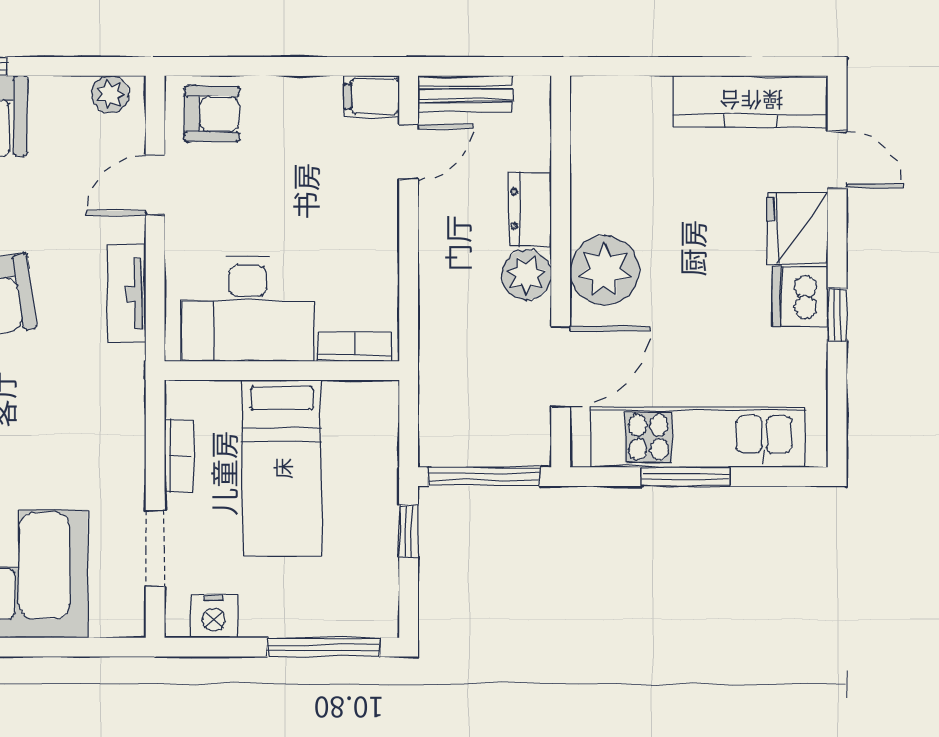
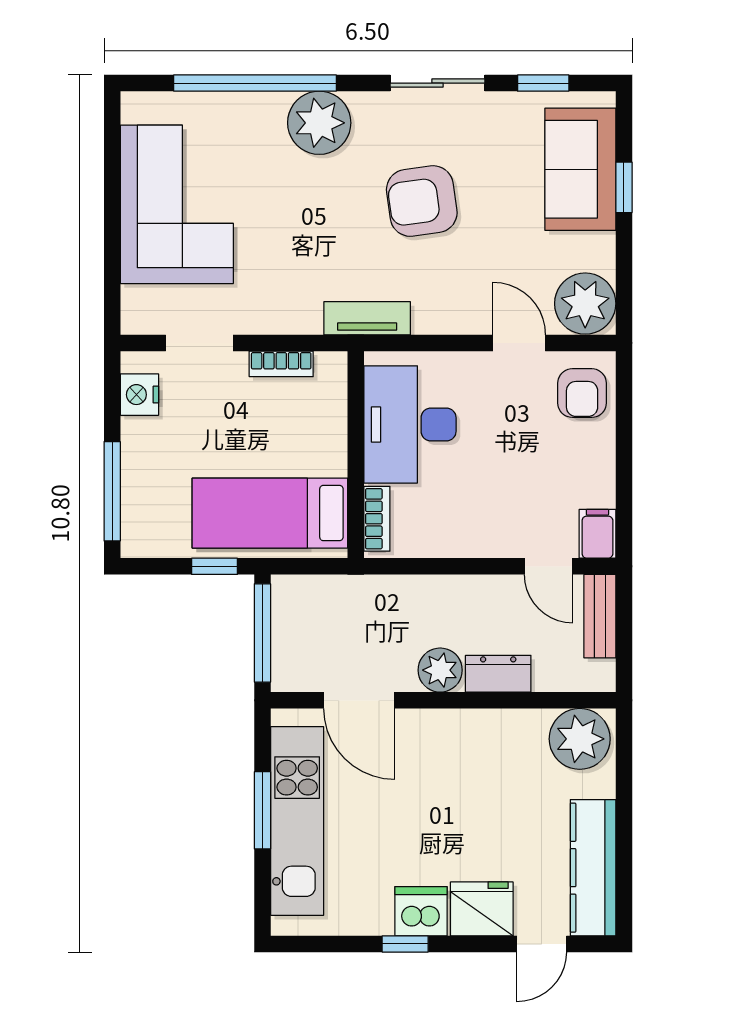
plant: (110, 94) -> (585, 304), width x1.88, depth x1.88
plant: (604, 271) -> (580, 739), moved
tv unit: (127, 294) -> (367, 318), moved
bed: (282, 468) -> (270, 513), moved

